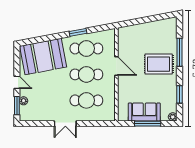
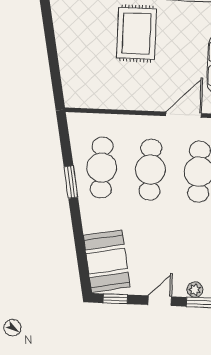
booth: (43, 57) -> (107, 261), width x0.73, depth x0.70
window: (17, 59) -> (115, 299), added
door: (116, 66) -> (184, 115), moved

